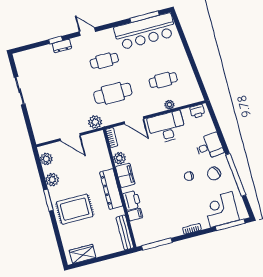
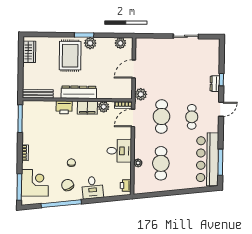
cafe table: (163, 80) -> (161, 163), width x1.37, depth x1.35
door: (134, 120) -> (133, 118), moved
desk: (167, 127) -> (119, 151), width x0.73
plant: (52, 180) -> (90, 43), moved
filing cabinet: (135, 215) -> (51, 107), removed

